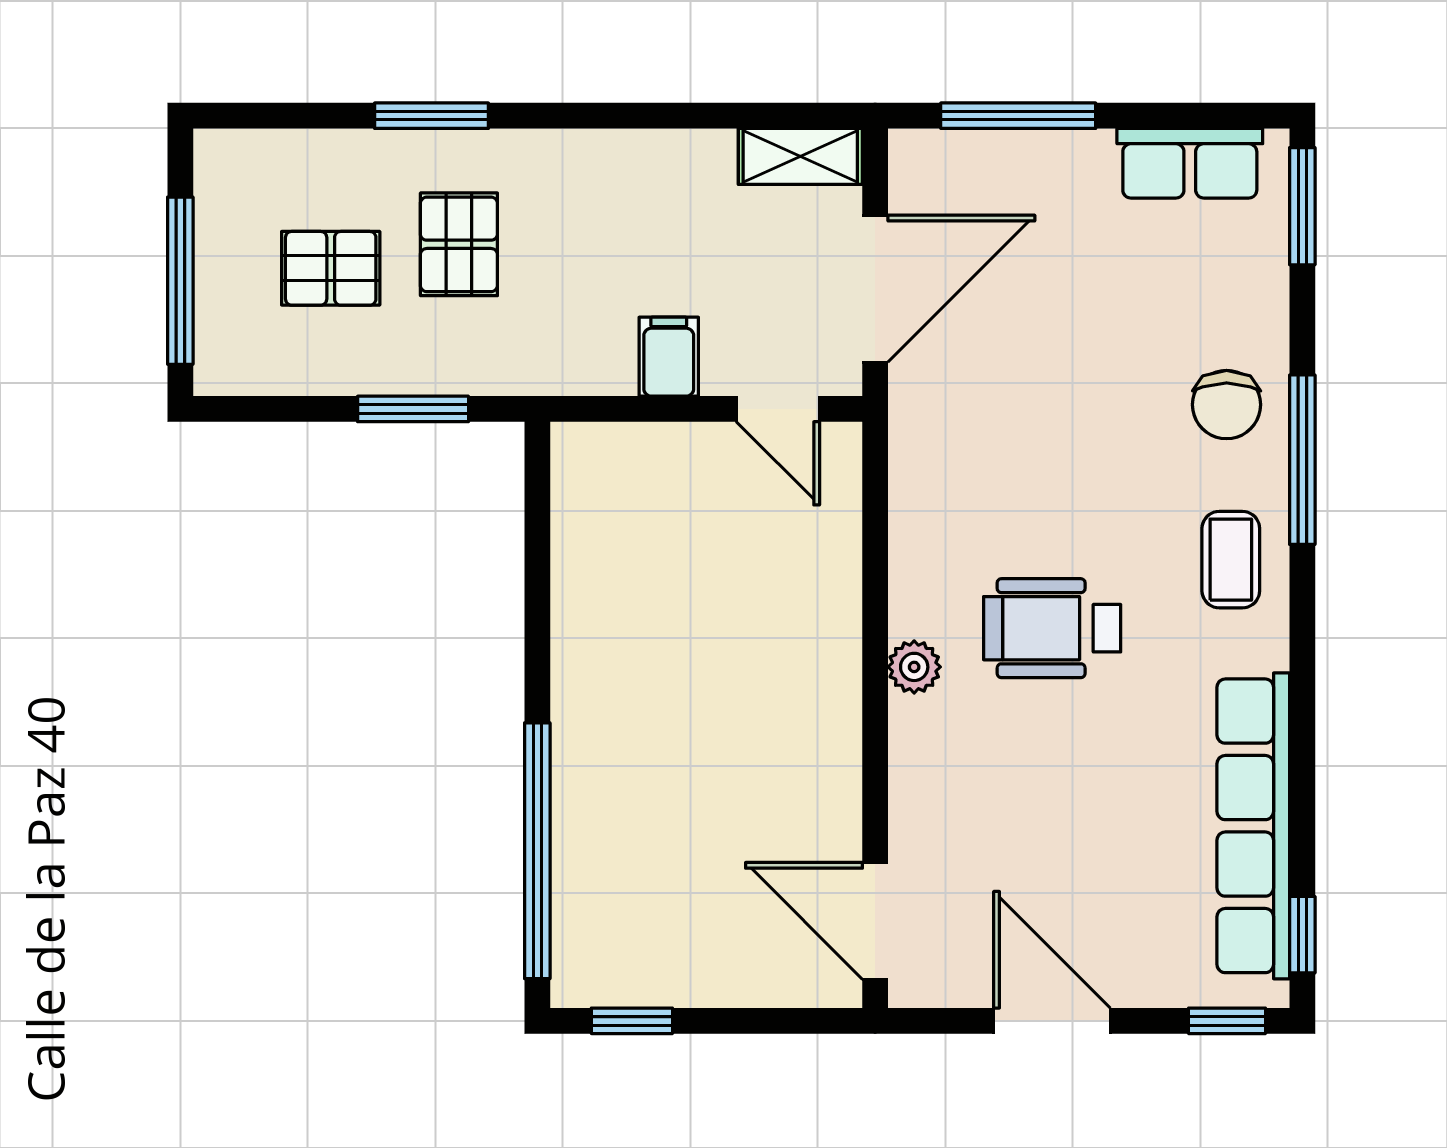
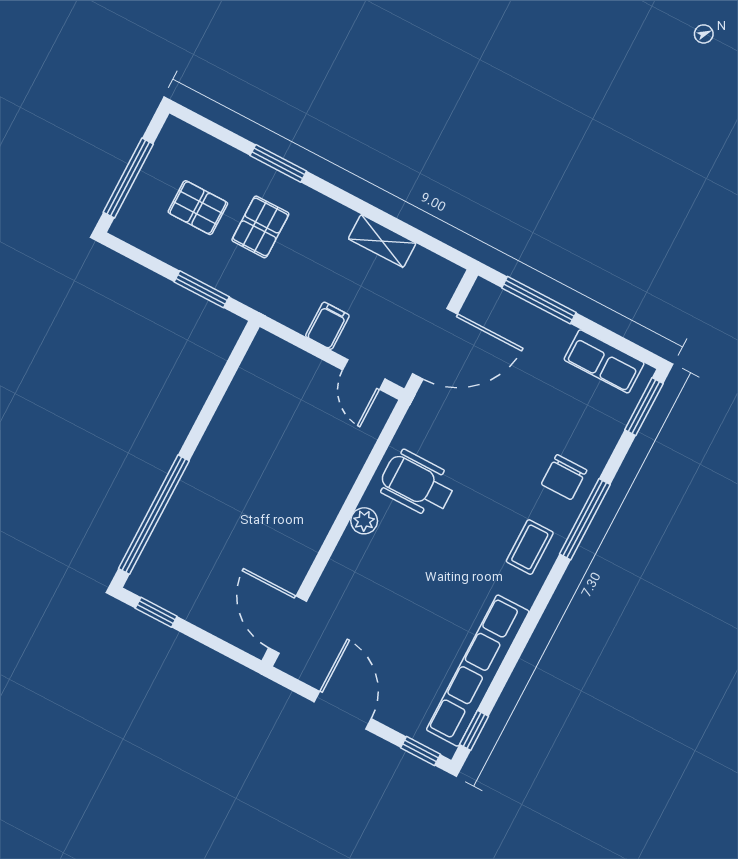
shelving: (800, 156) -> (382, 241), moved
wheelchair: (1052, 628) -> (417, 484), moved

